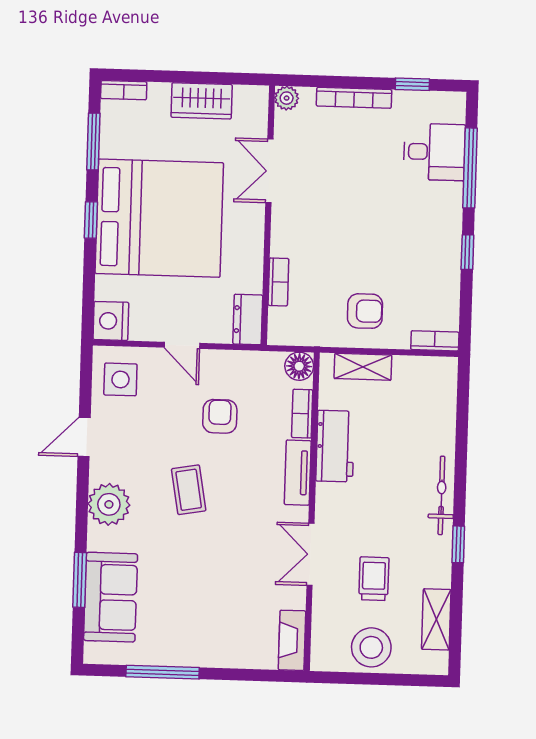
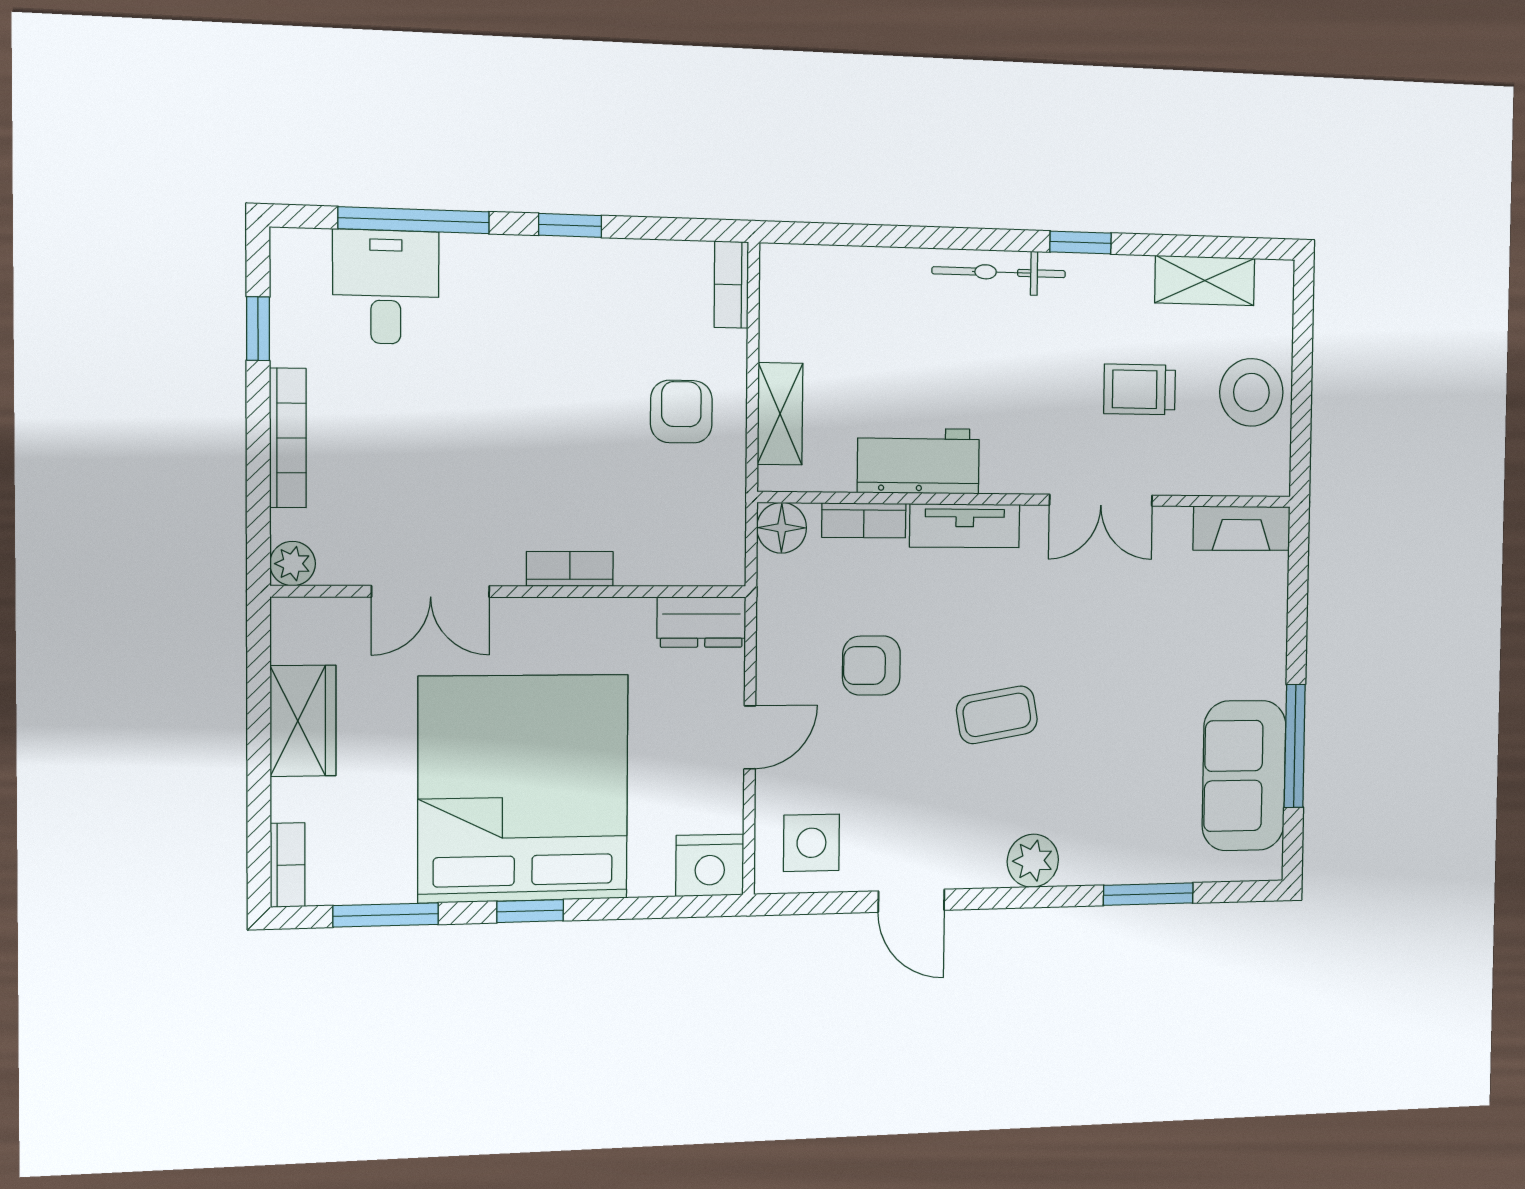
bookcase: (278, 282) -> (570, 569), moved
plant: (109, 504) -> (1033, 861), width x0.73, depth x0.73
sofa: (111, 597) -> (1244, 776), moved, turned -90

